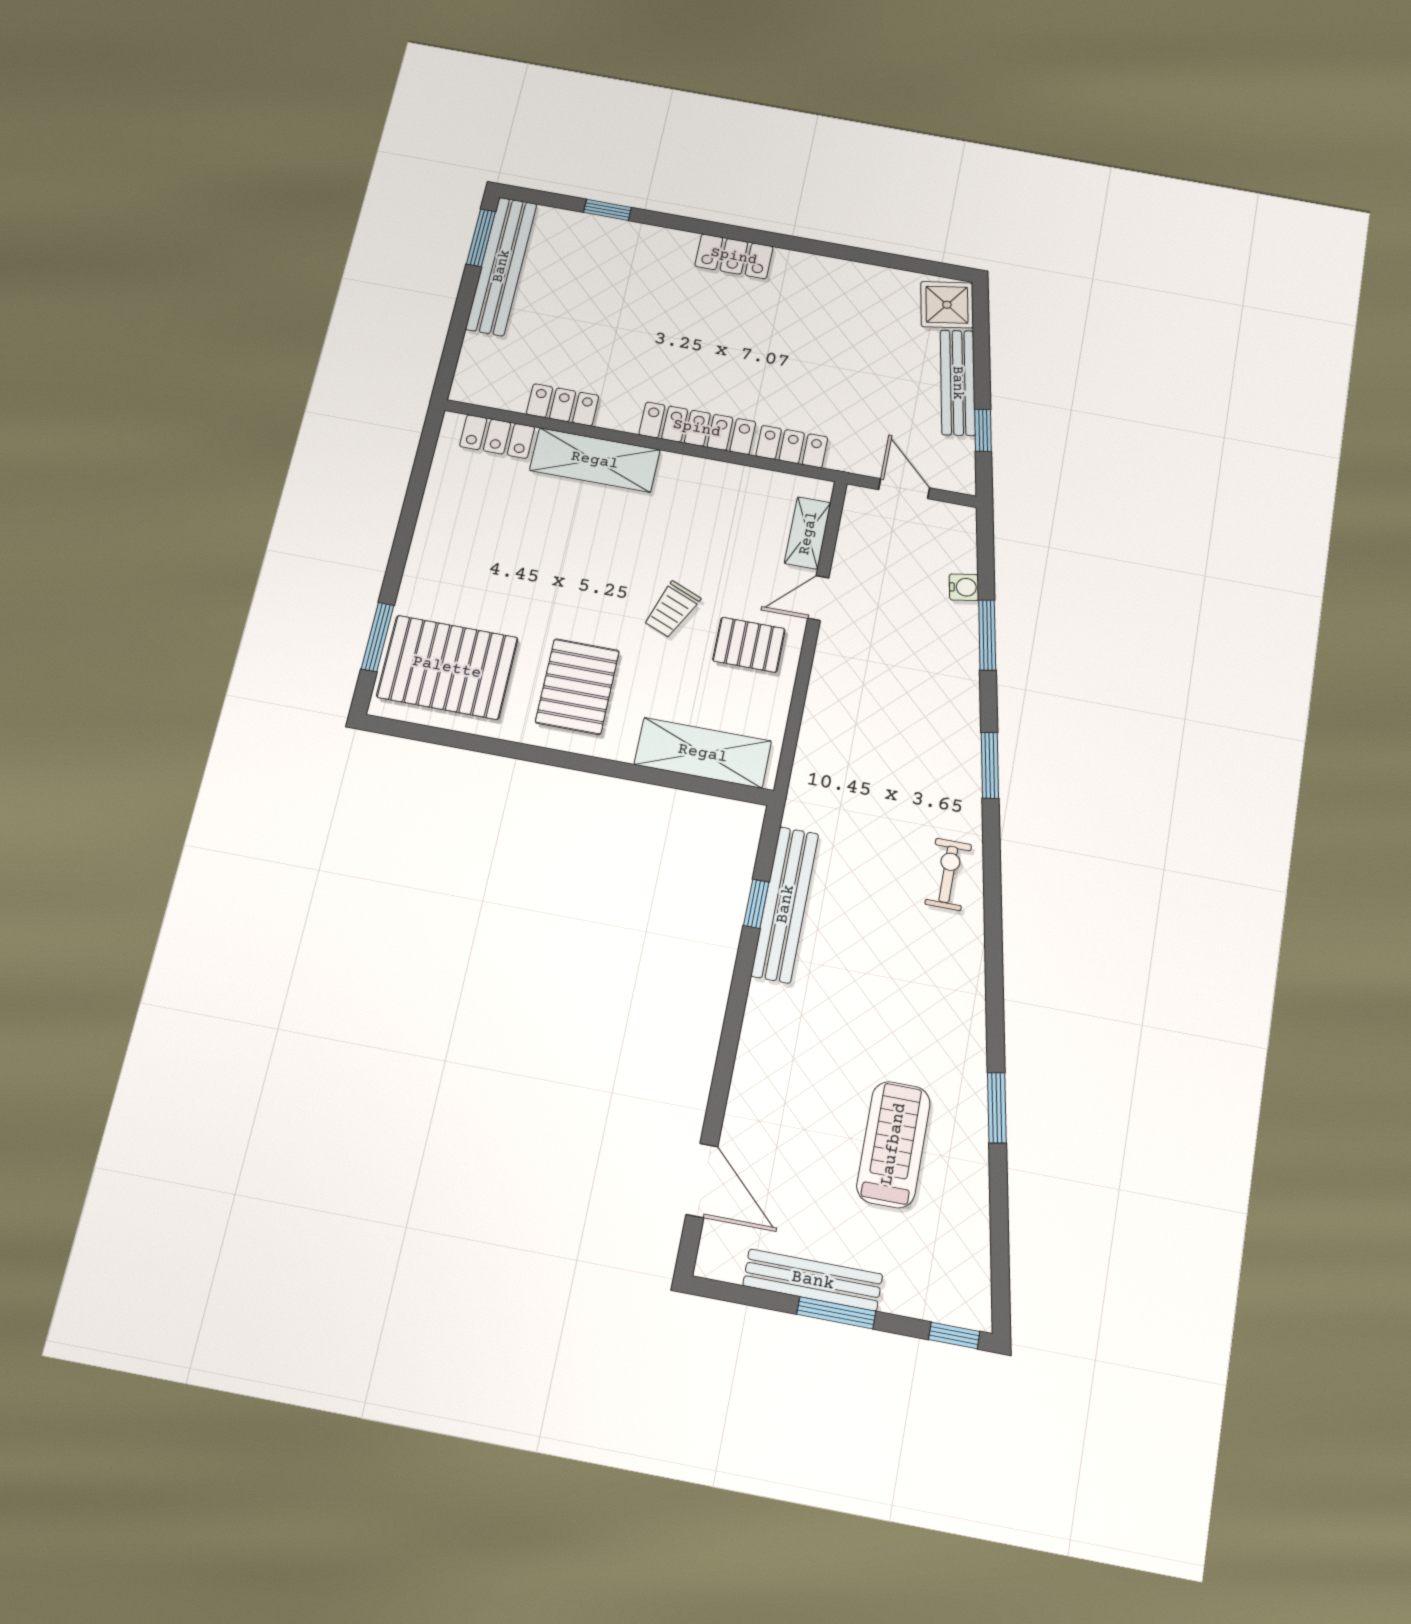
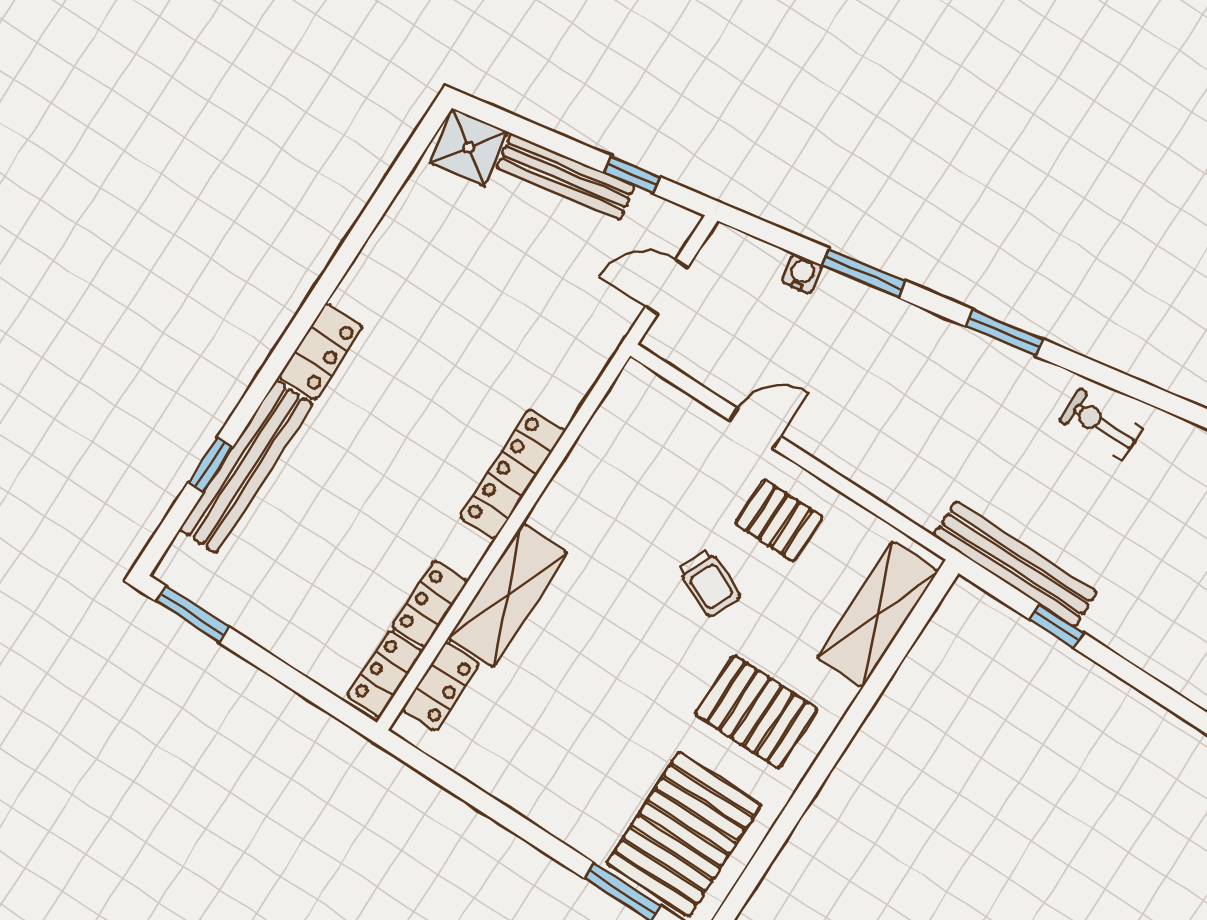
bench: (501, 266) -> (246, 467), moved, turned 90
locker: (792, 447) -> (385, 674), moved
shelving: (808, 533) -> (678, 409), removed
door: (818, 598) -> (755, 428), swing flipped
pallet: (749, 645) -> (779, 520), turned 90
bench: (785, 904) -> (1015, 564), moved

